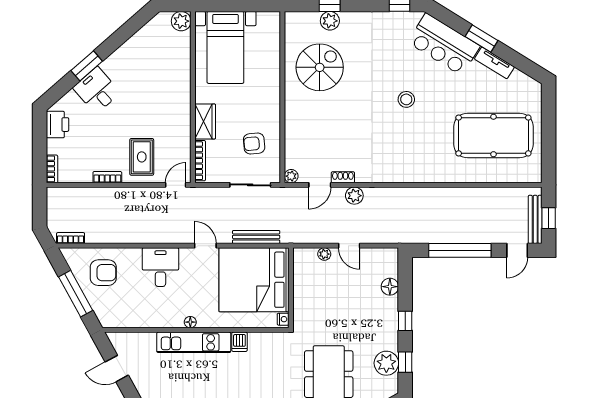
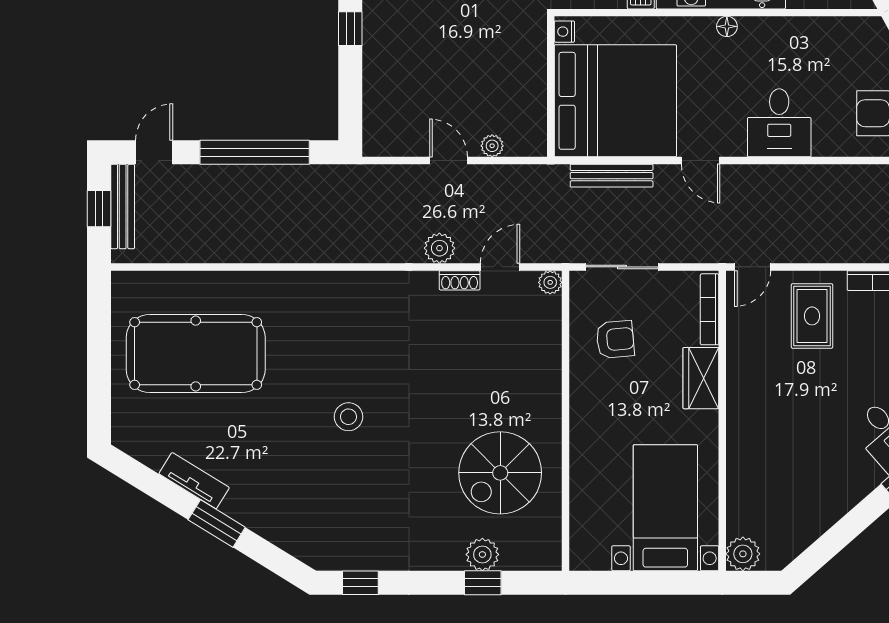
bar counter: (444, 44) -> (282, 513), removed
floor lamp: (390, 287) -> (377, 89), removed

